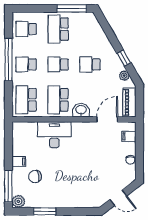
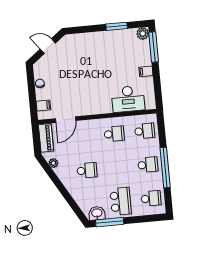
window: (124, 58) -> (55, 180), removed
school desk: (58, 64) -> (117, 168), removed
school desk: (26, 100) -> (145, 131), width x0.54
school desk: (58, 100) -> (114, 134), width x0.54
washbasin: (81, 110) -> (97, 213), moved, turned 180
desk: (54, 135) -> (128, 99), moved
chair: (35, 177) -> (129, 59), removed

